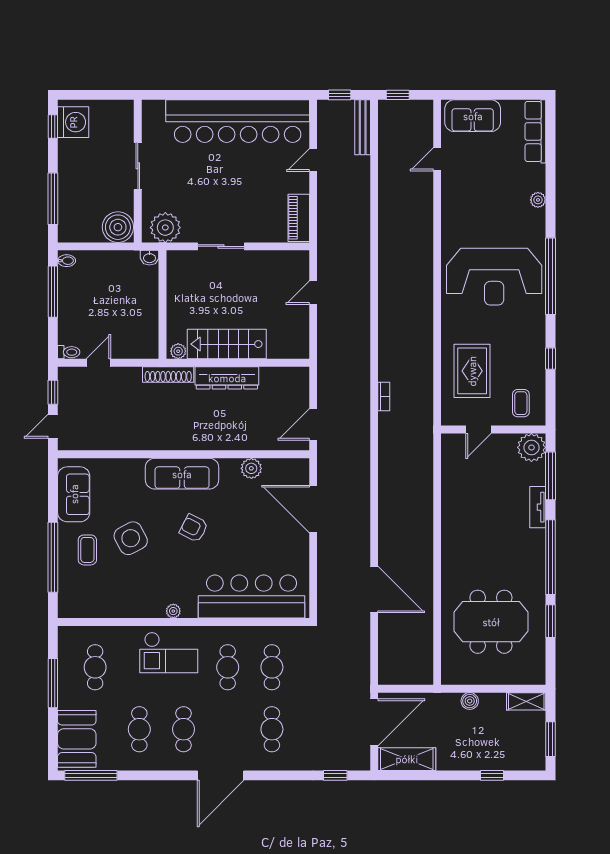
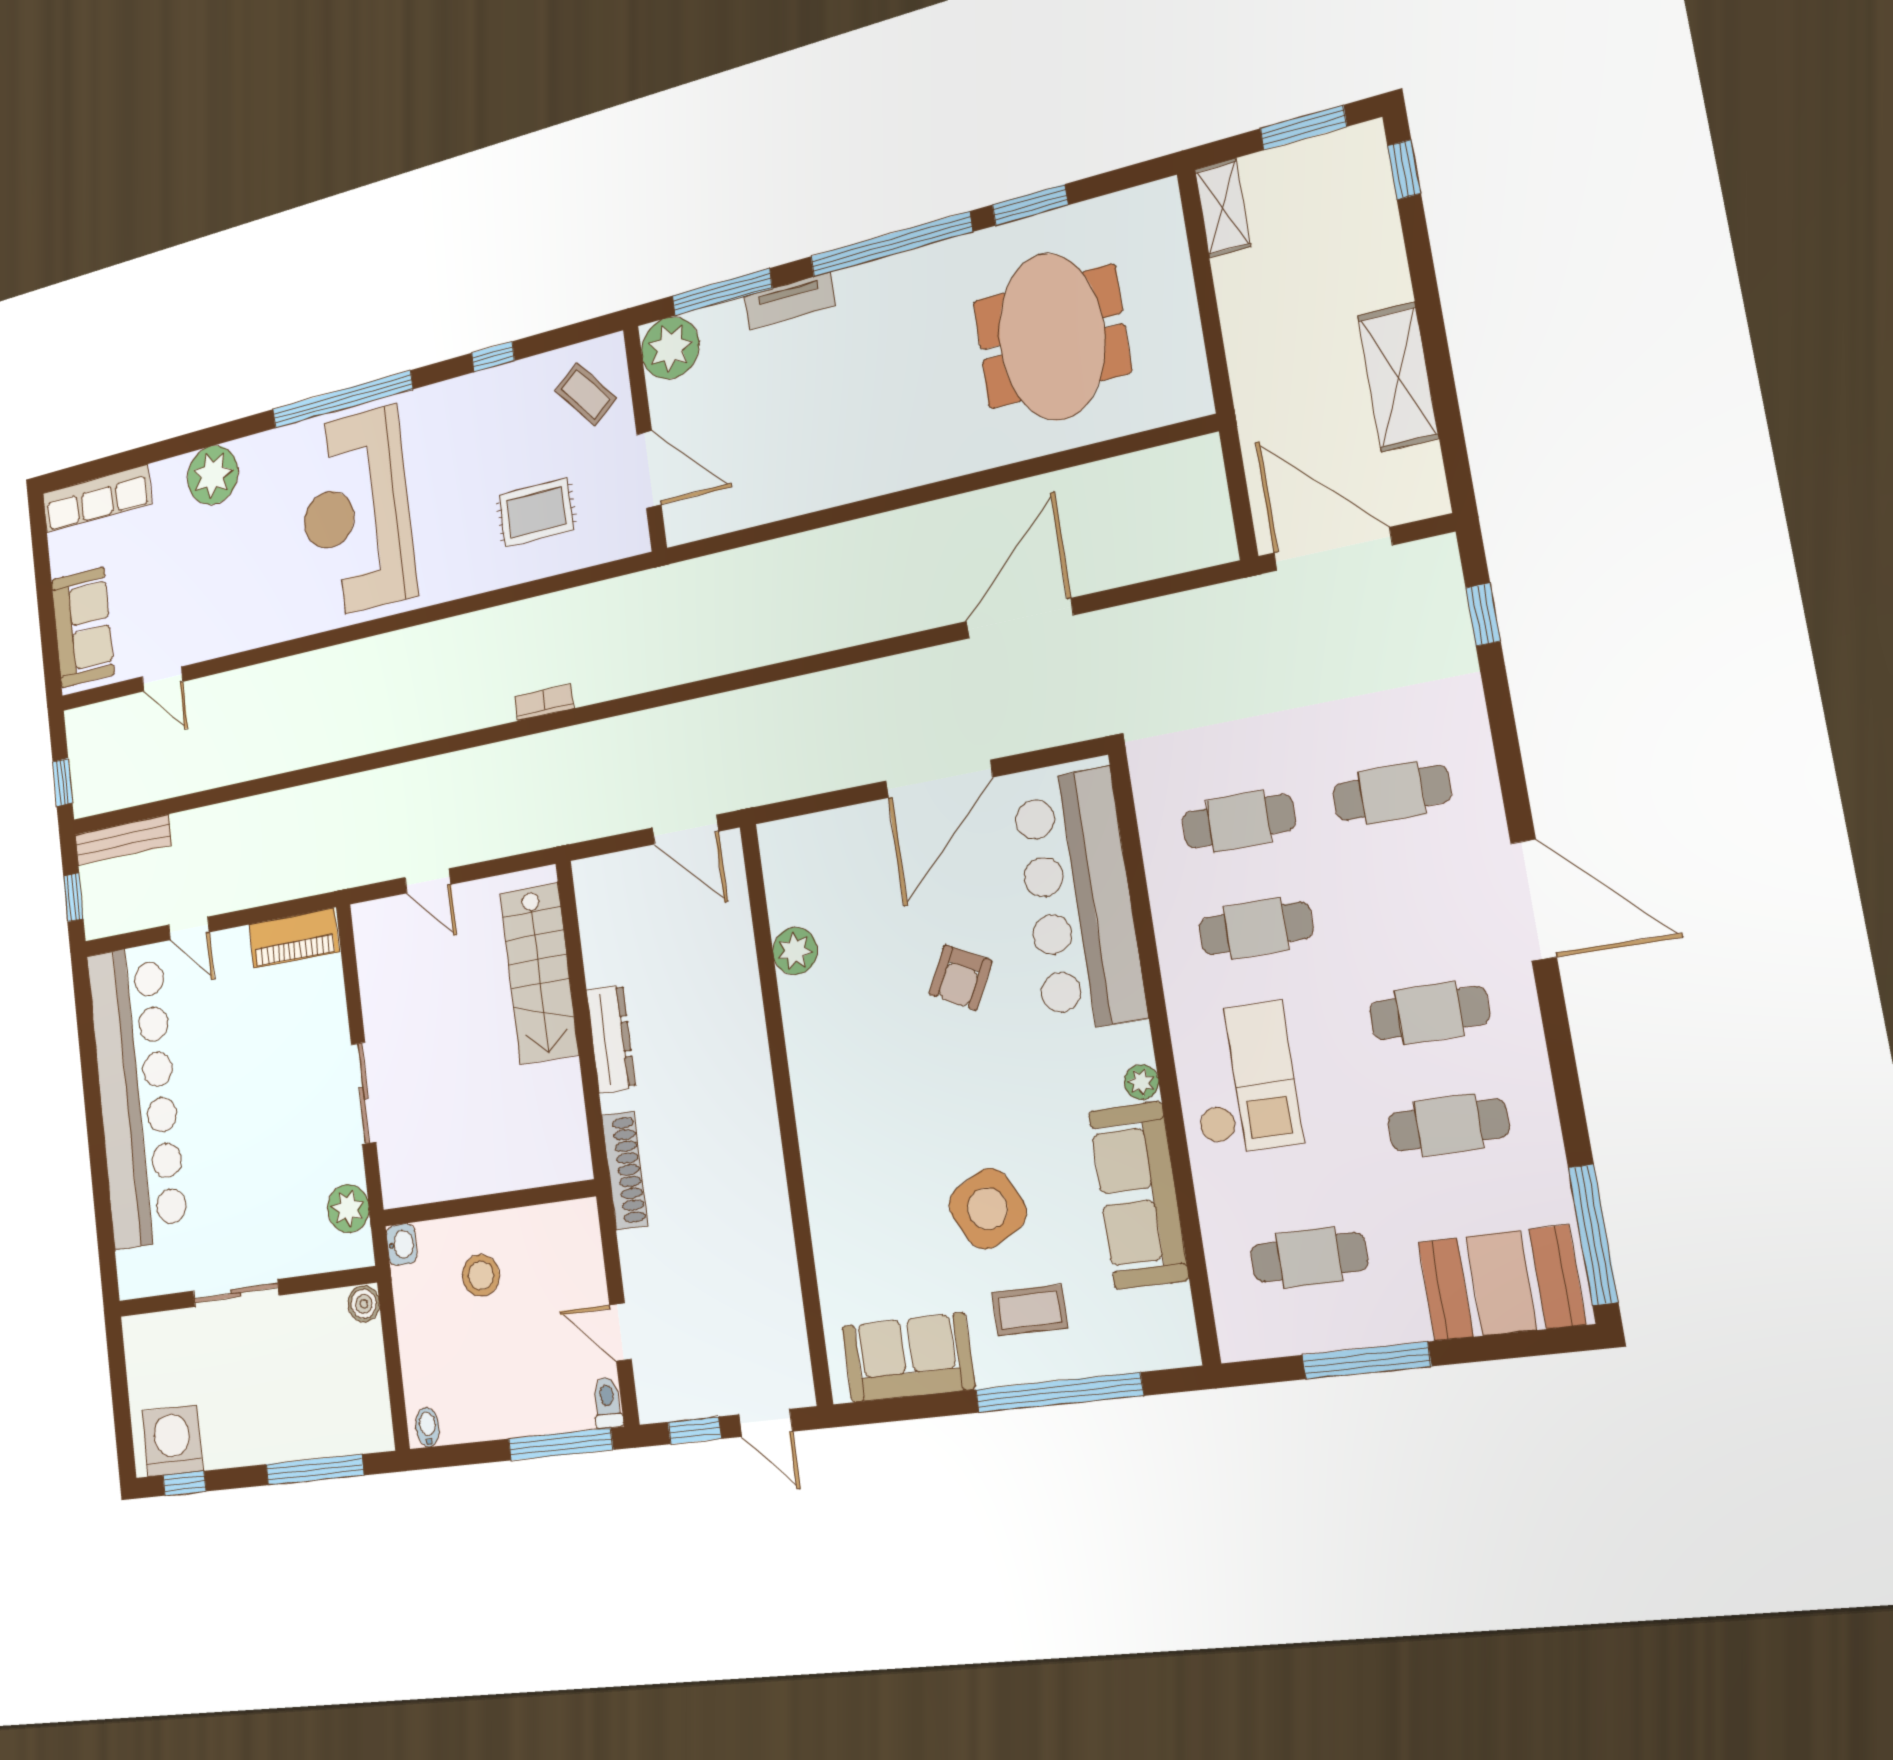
plant: (538, 200) -> (213, 475), width x1.88, depth x1.88
boiler: (118, 227) -> (364, 1304), width x0.54, depth x0.54
plant: (165, 228) -> (348, 1208), width x0.73, depth x0.73
reception desk: (494, 277) -> (356, 513), turned 180
window: (53, 292) -> (560, 1444), moved
stool: (131, 297) -> (481, 1275), added
stairs: (227, 344) -> (539, 973), moved
plant: (178, 351) -> (575, 1155), removed
rug: (472, 371) -> (536, 512), width x0.73, depth x0.70
dresser: (227, 378) -> (611, 1039), width x0.73, depth x0.80
bookcase: (384, 396) -> (544, 702), moved
coffee table: (521, 403) -> (586, 394), turned 51
door: (479, 429) -> (649, 469), width x1.37
sofa: (182, 474) -> (1138, 1195), moved, turned 180
door: (313, 509) -> (939, 779), moved
armchair: (194, 528) -> (960, 977), moved
boiler: (470, 701) -> (1243, 337), removed
shelving: (407, 759) -> (1398, 377), moved
window: (492, 775) -> (1404, 170), moved

